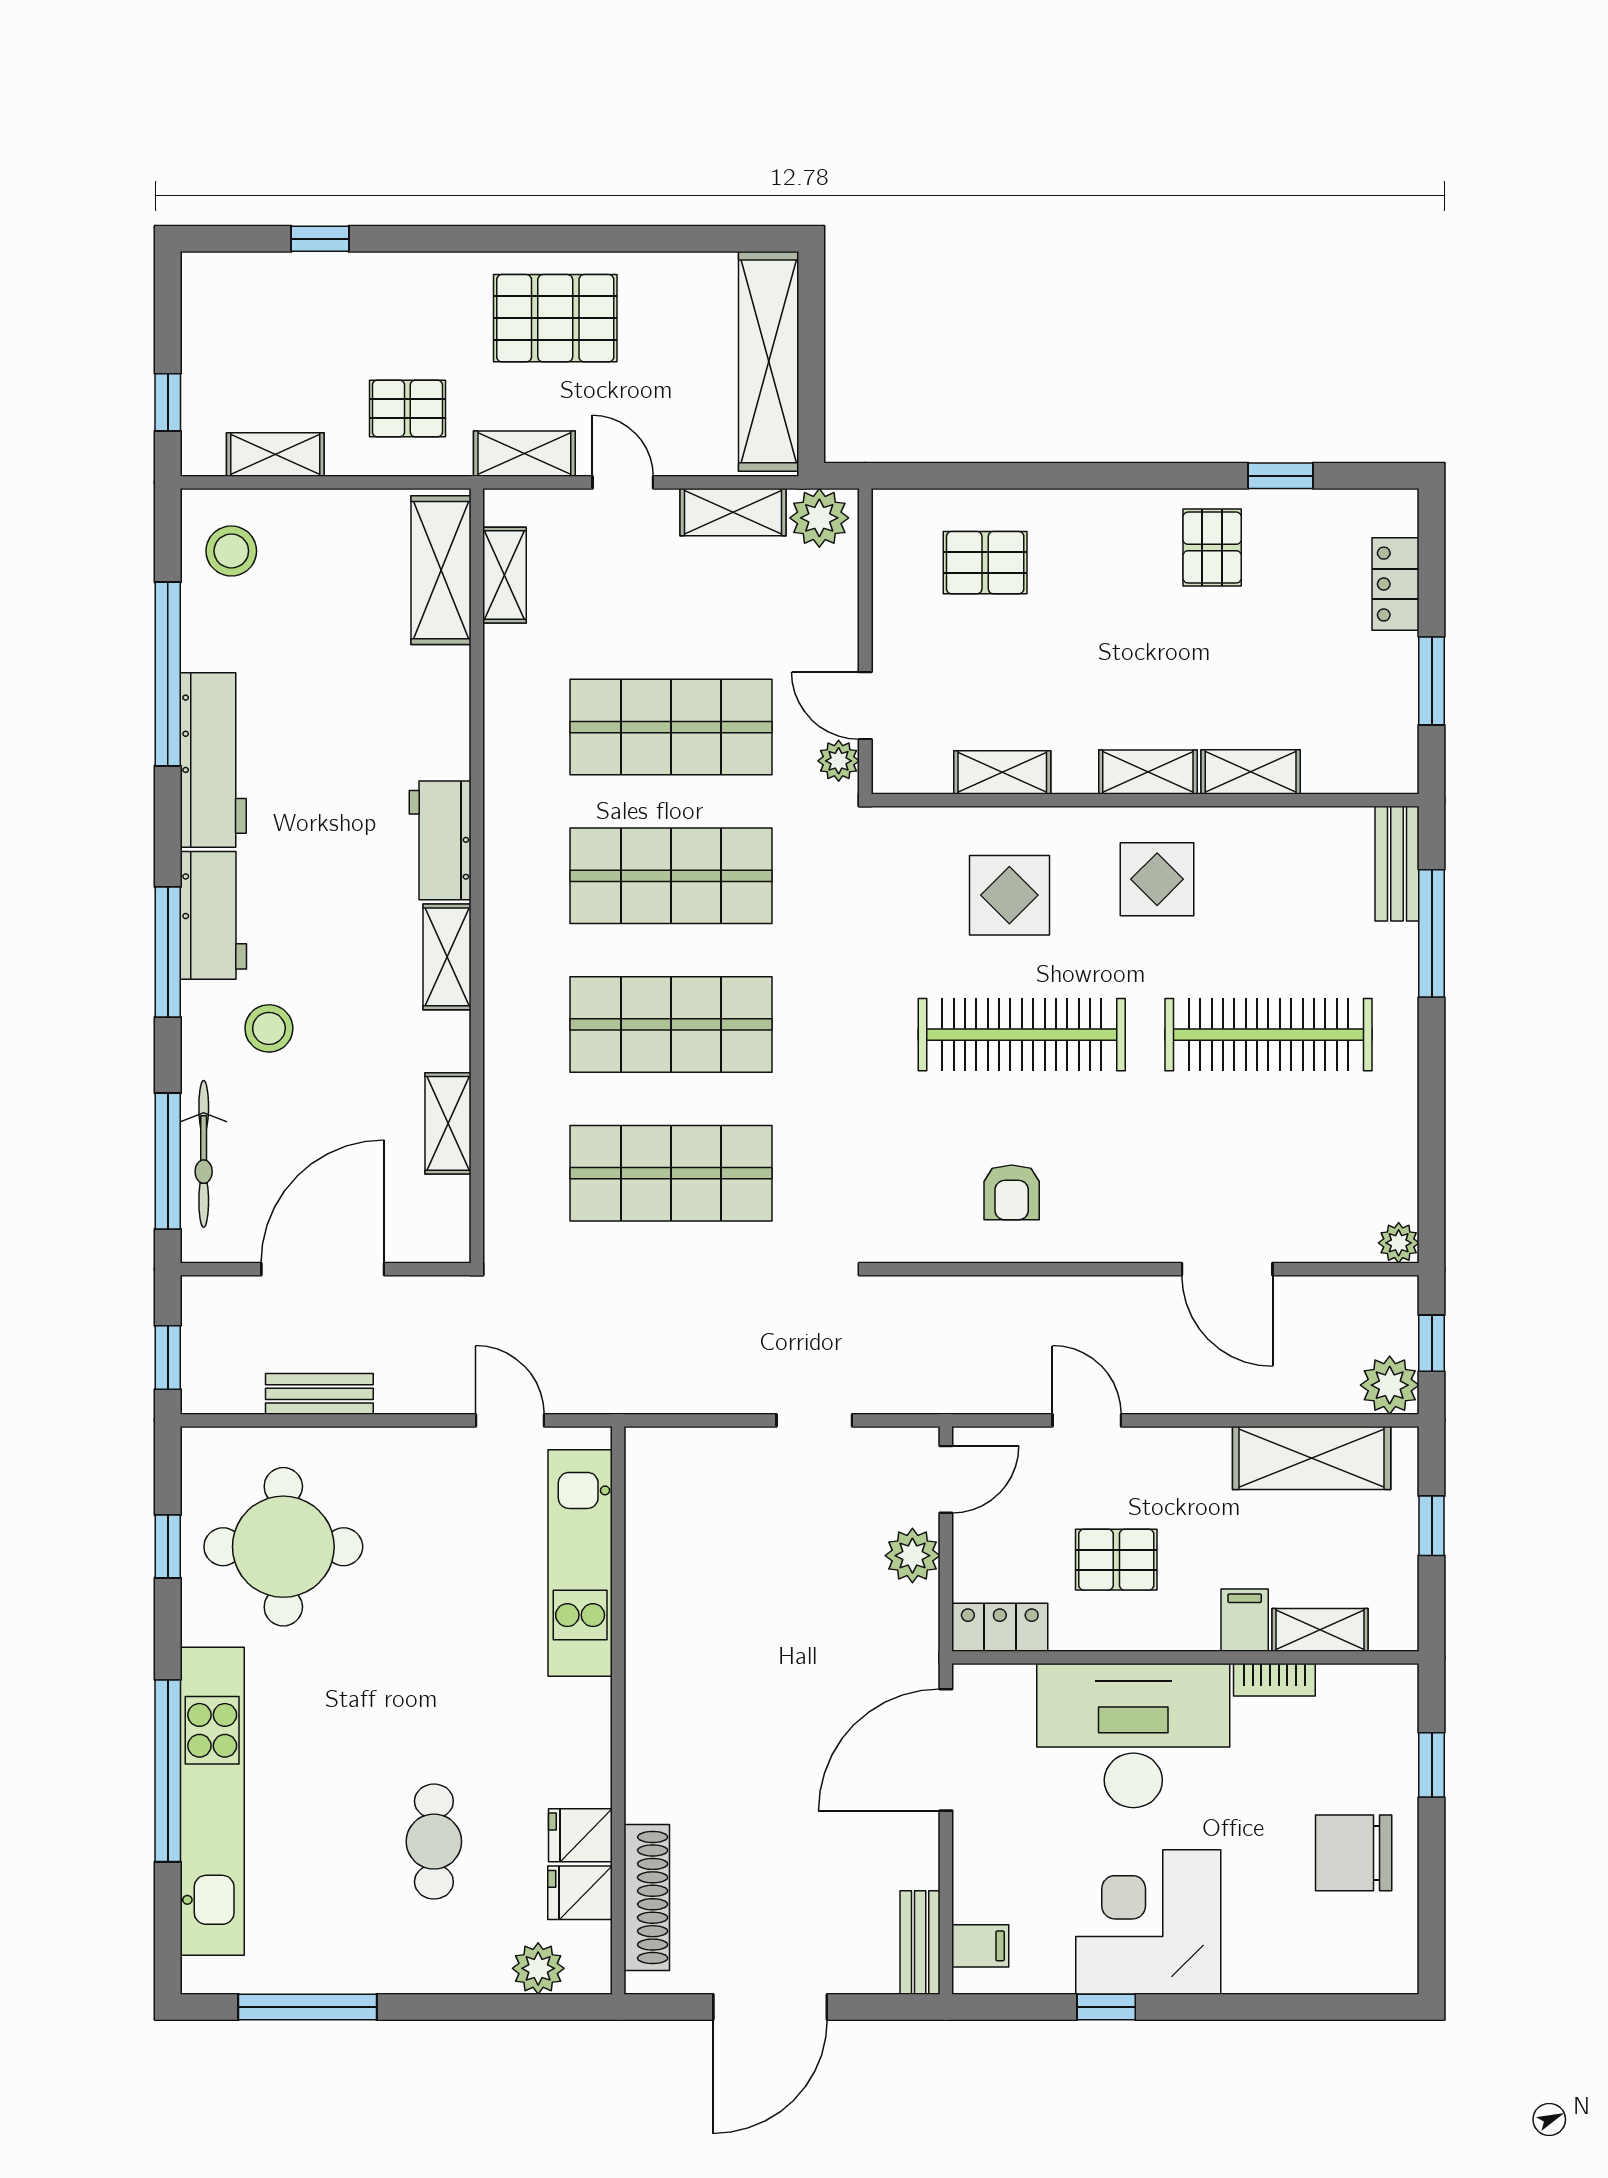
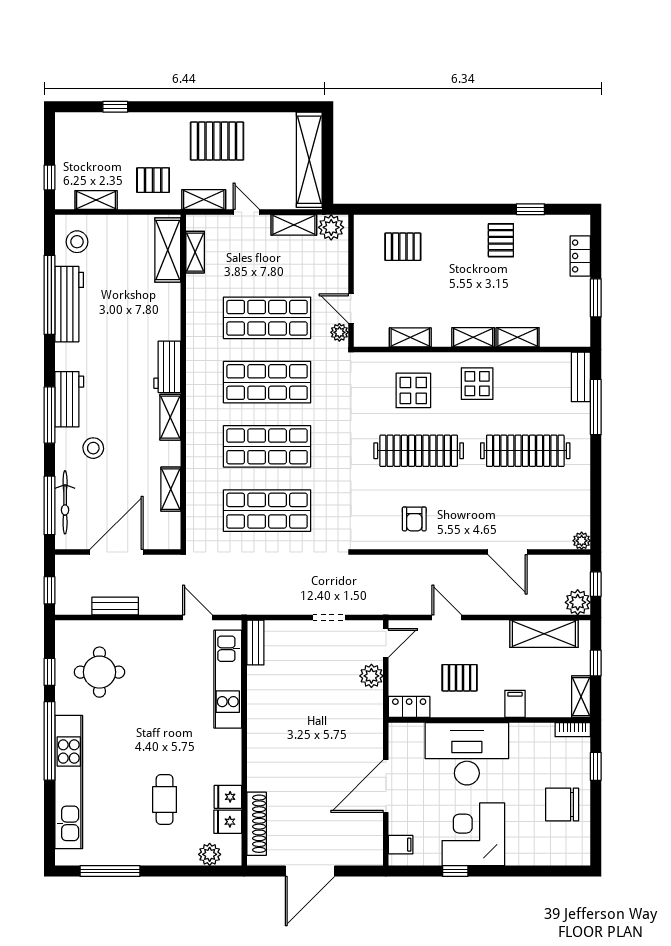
workbench: (213, 760) -> (69, 304), moved
round table: (283, 1547) -> (99, 672), width x0.73, depth x0.73
shelving: (1320, 1630) -> (581, 697), moved, turned 90
bookcase: (1274, 1680) -> (573, 730), moved
door: (946, 1750) -> (386, 786), moved
window: (168, 1771) -> (50, 741), moved
bench: (920, 1942) -> (255, 643), moved

